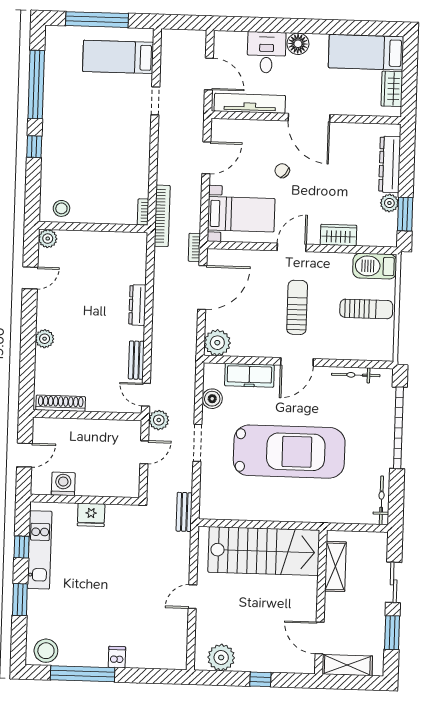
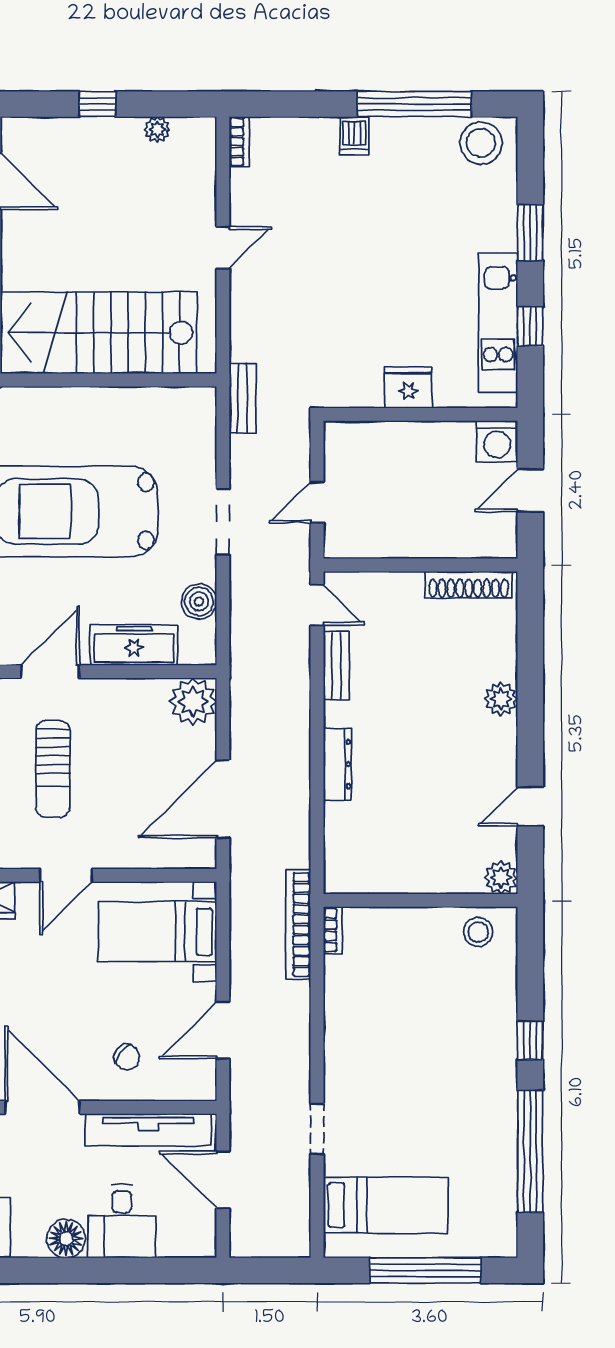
chair: (282, 171) -> (127, 1057), moved
bookcase: (194, 247) -> (239, 142), moved
plant: (159, 420) -> (293, 560), removed
washing machine: (63, 484) -> (497, 441), moved
plant: (221, 657) -> (157, 130), width x0.53, depth x0.53

